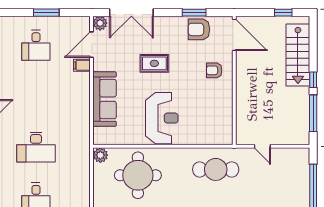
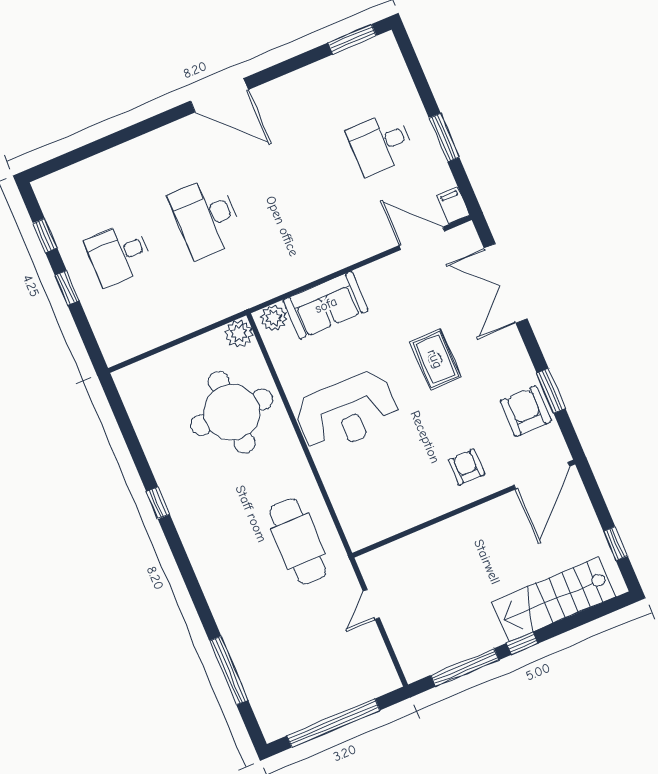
plant: (100, 23) -> (274, 318), moved
filing cabinet: (82, 65) -> (453, 206), moved
sofa: (105, 99) -> (326, 305), width x0.73

